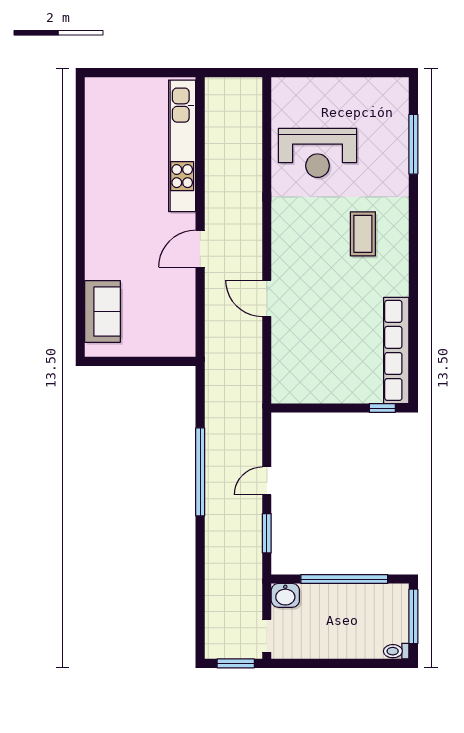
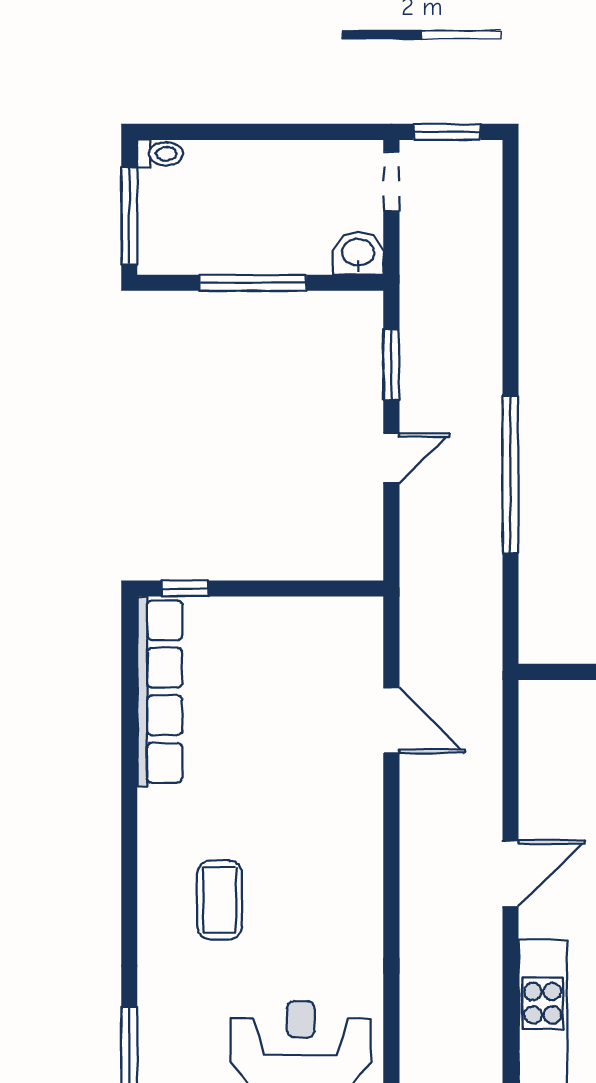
door: (267, 298) -> (391, 720), moved
window: (344, 579) -> (253, 283), width x0.68

